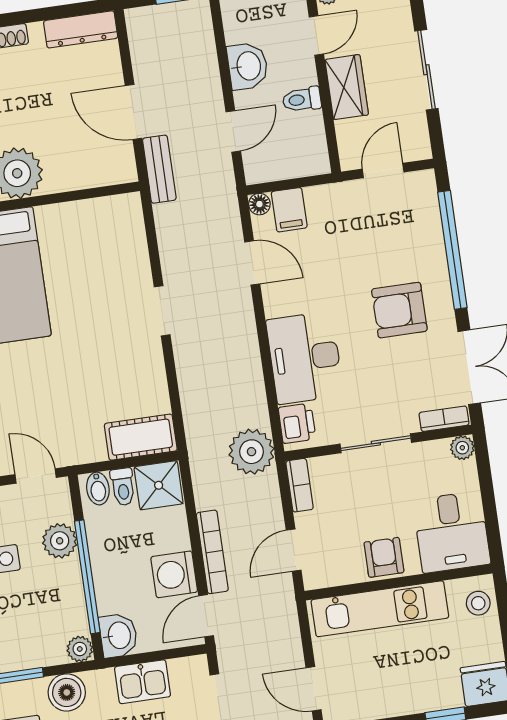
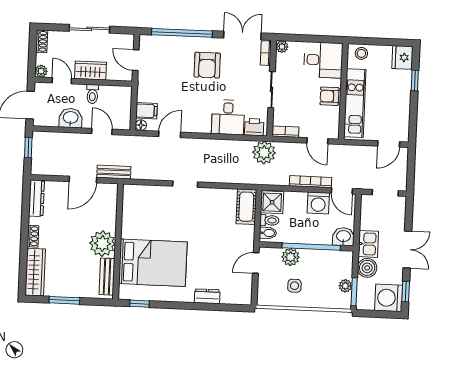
desk: (305, 358) -> (228, 117), width x0.73
plant: (80, 649) -> (345, 286), moved
kitchen sink: (143, 682) -> (368, 244), moved

